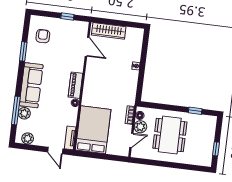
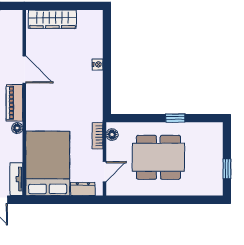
door: (87, 47) -> (24, 70), moved
window: (195, 111) -> (175, 118), moved
plant: (140, 127) -> (115, 151), removed
dining table: (170, 135) -> (158, 157), turned 90
dresser: (115, 150) -> (83, 189), added

